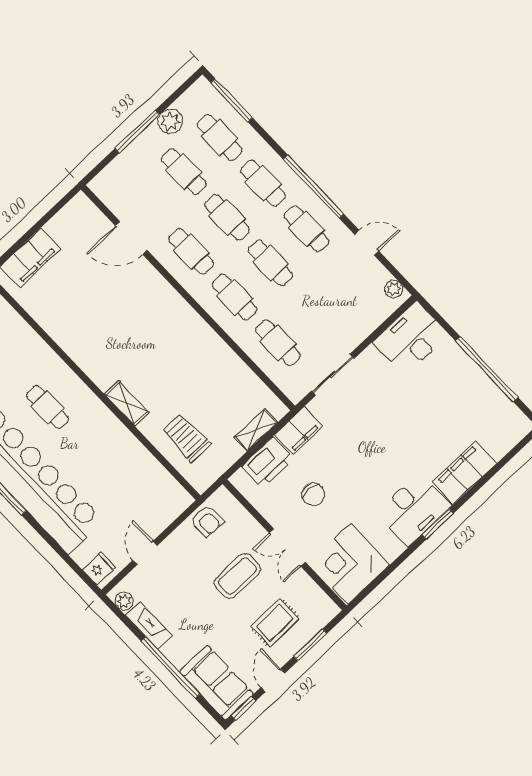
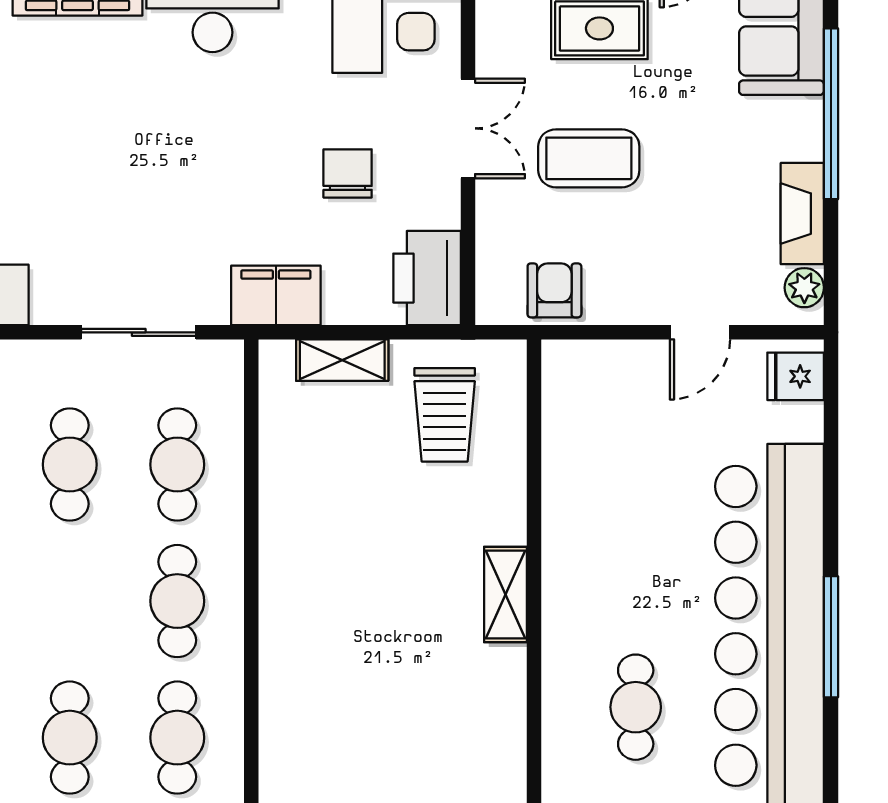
cafe table: (270, 263) -> (70, 465), moved
trolley: (187, 438) -> (445, 415), moved
printer: (268, 462) -> (427, 278), moved, turned -90

